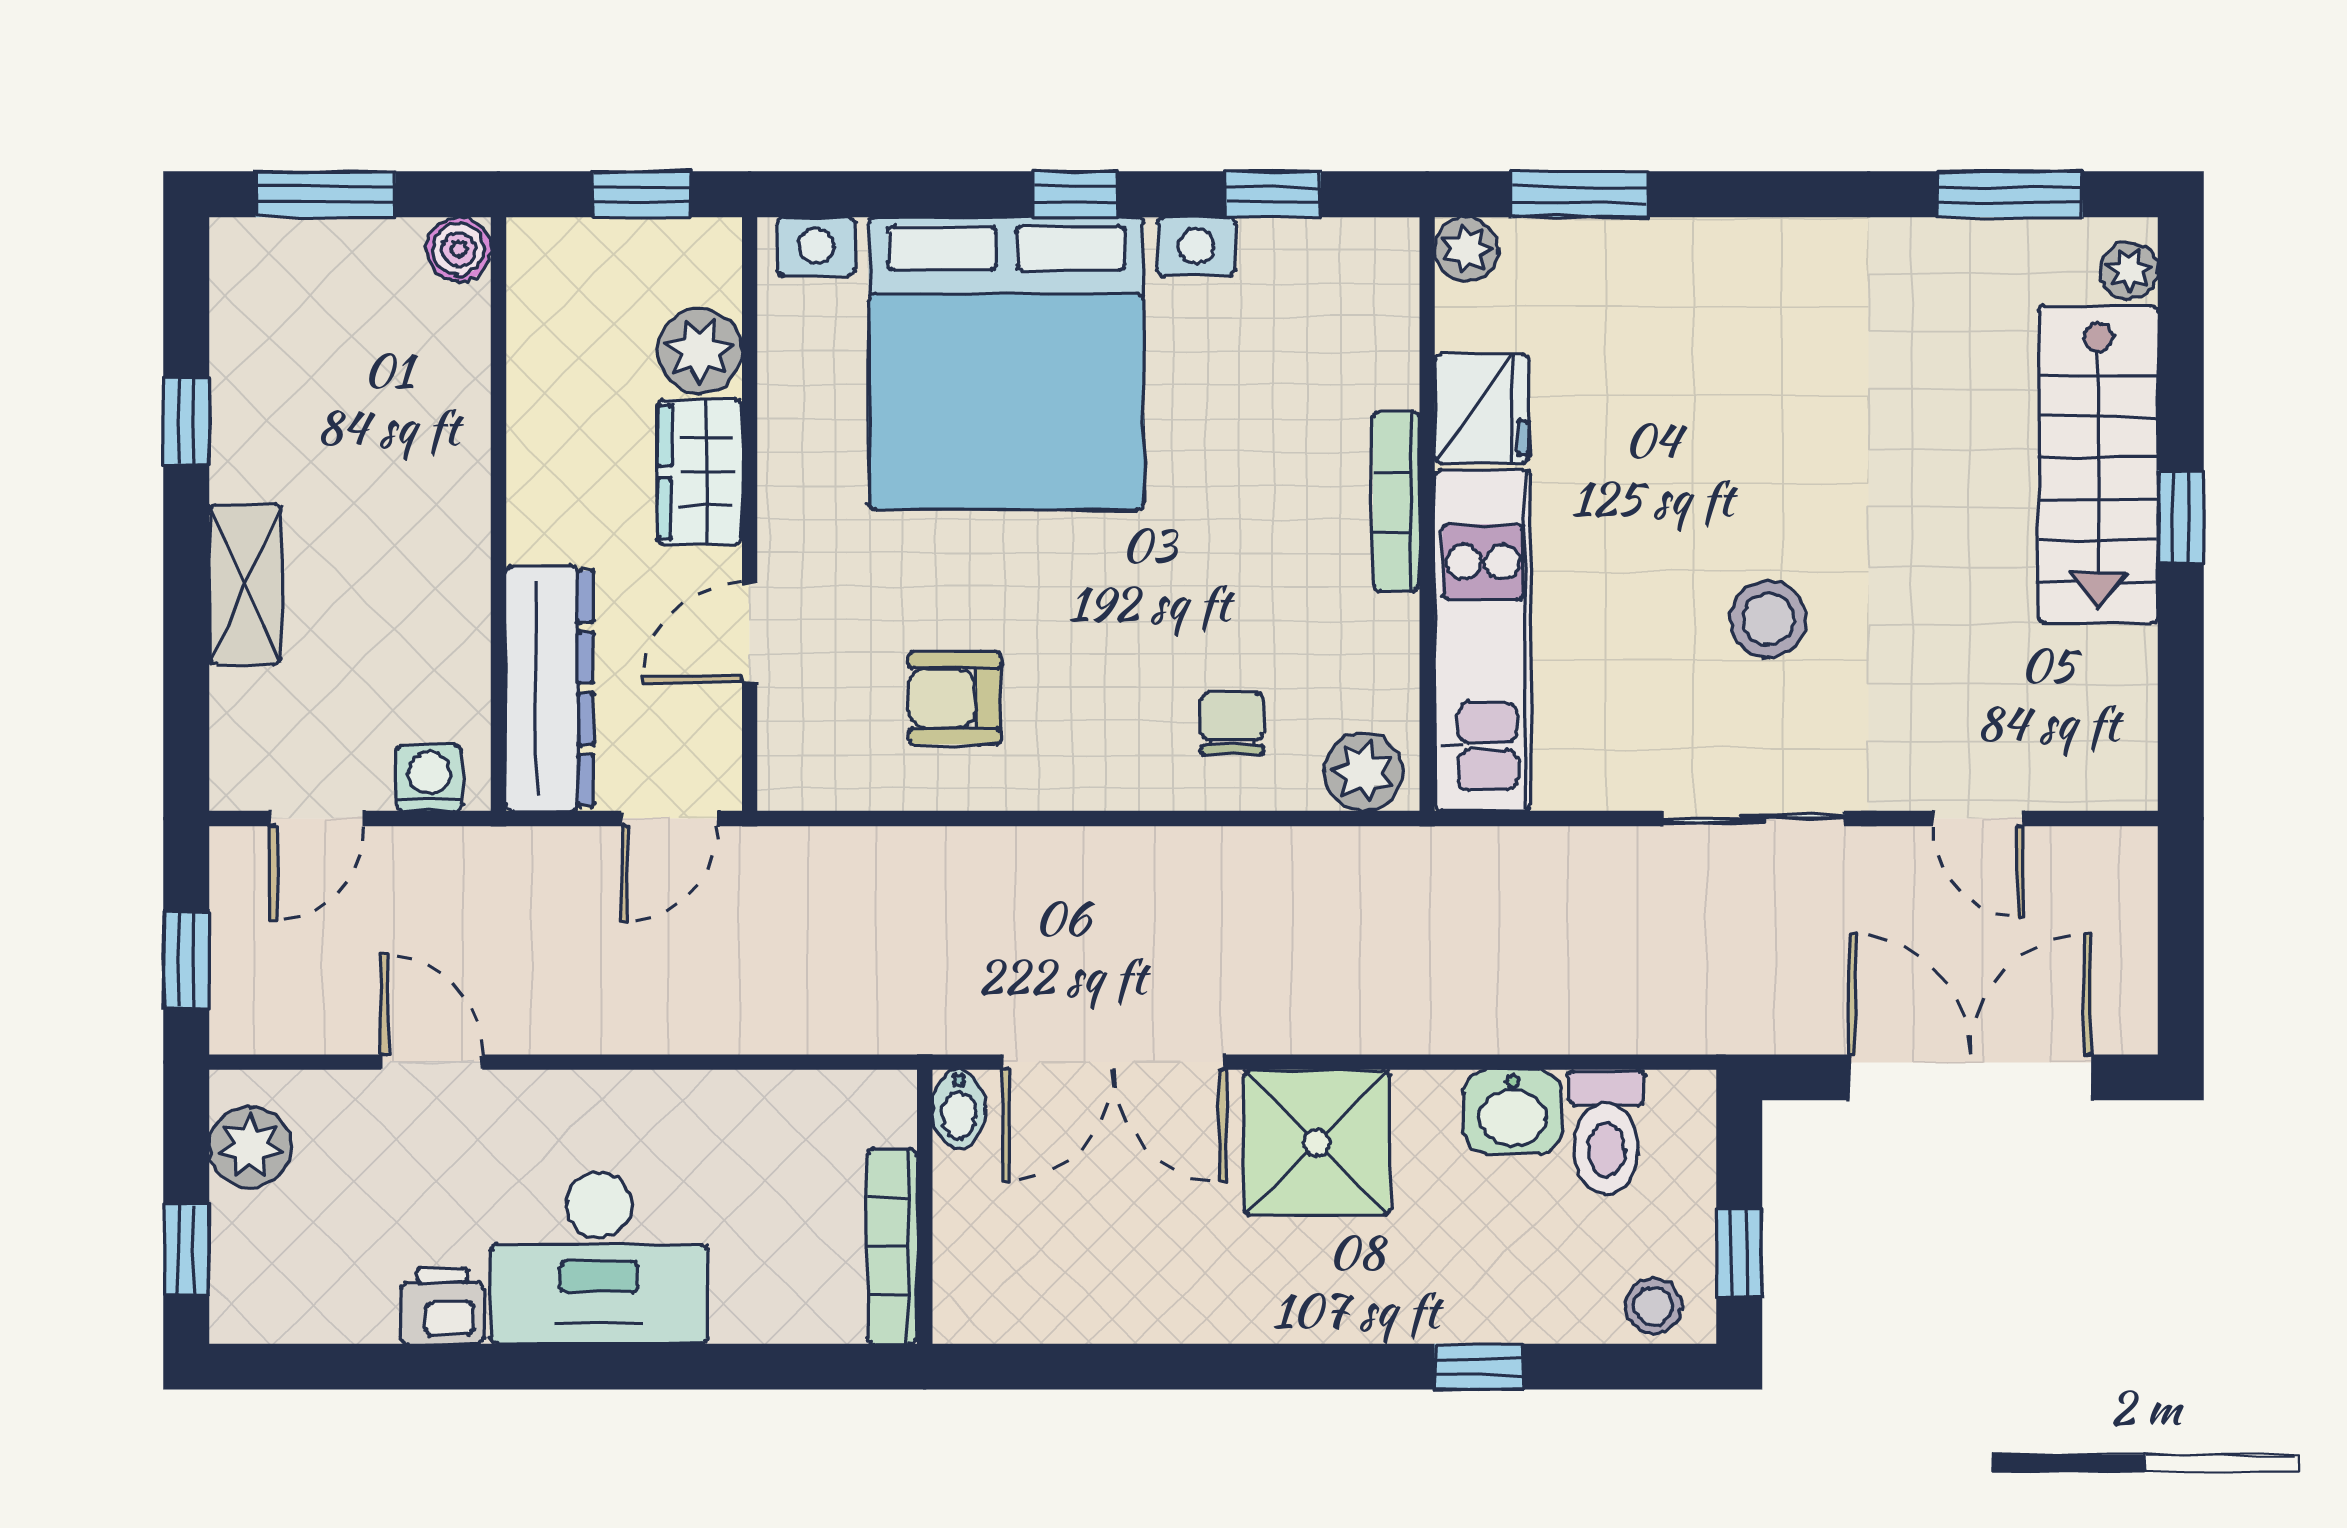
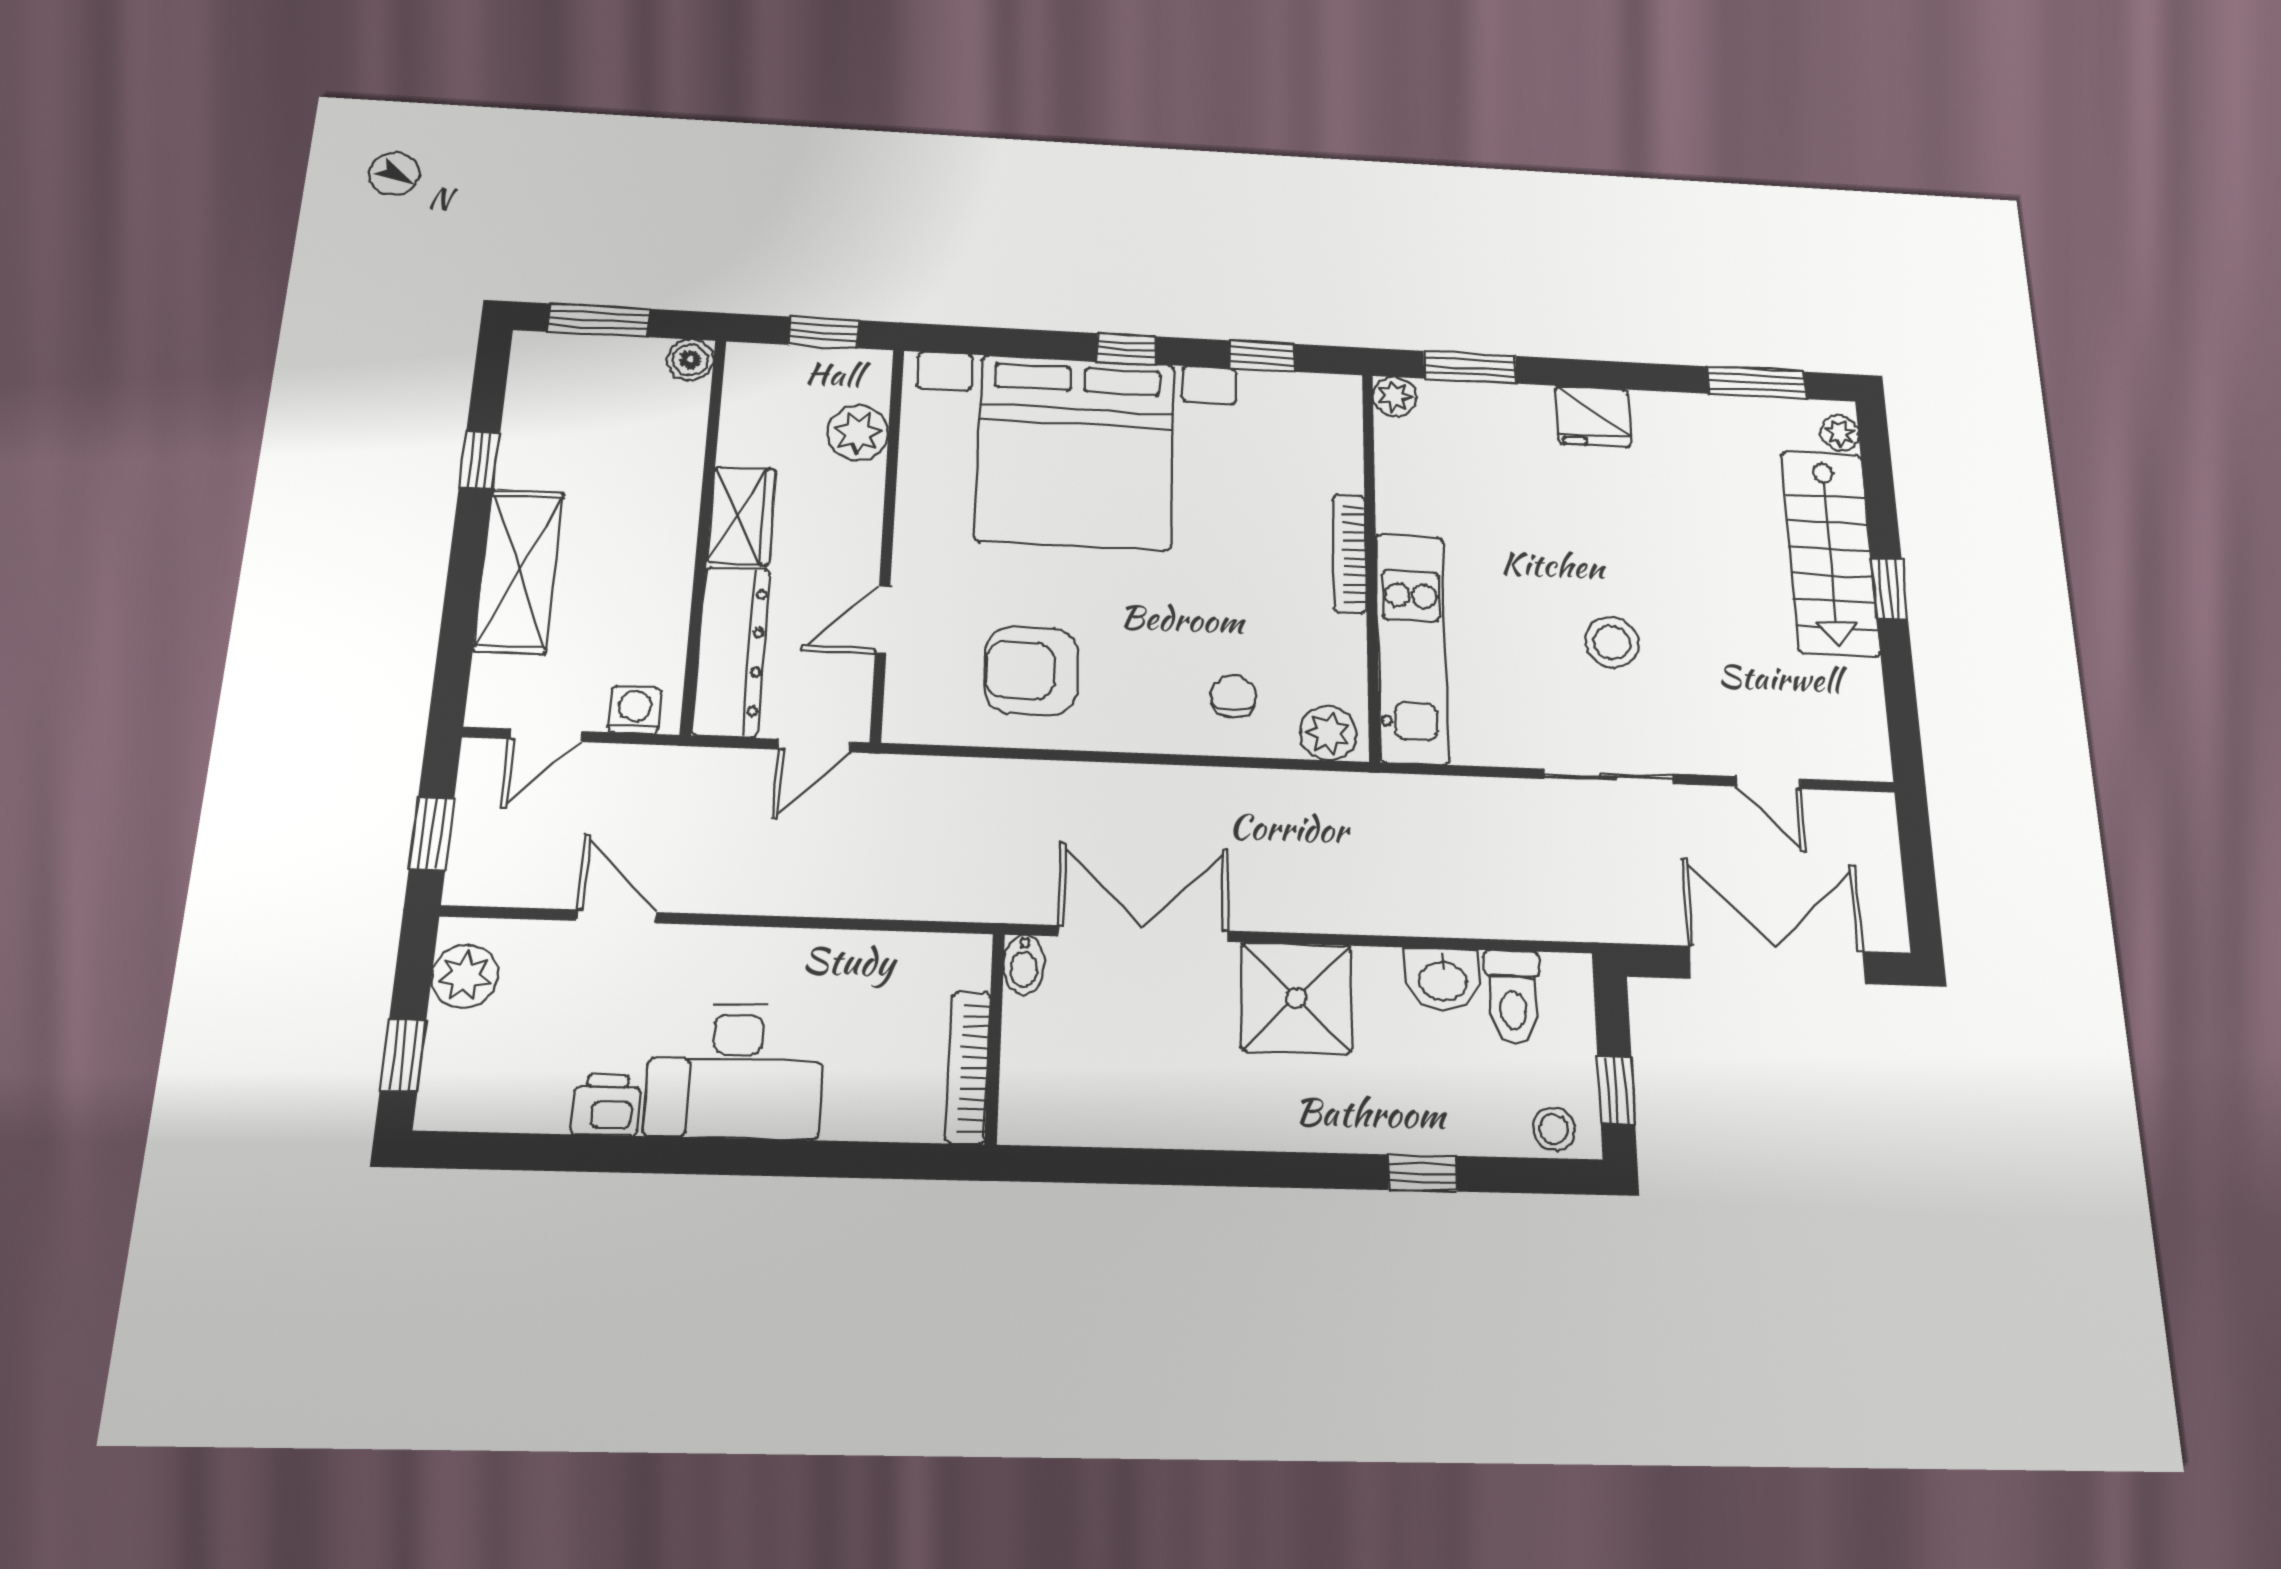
fridge: (1482, 409) -> (1593, 416), moved, turned 90
wardrobe: (700, 472) -> (742, 516), moved, turned 180
shelving: (245, 585) -> (519, 571), width x1.50, depth x1.33
armchair: (955, 698) -> (1031, 670), width x1.38, depth x1.38
double door: (1114, 1062) -> (1143, 933), swing flipped

